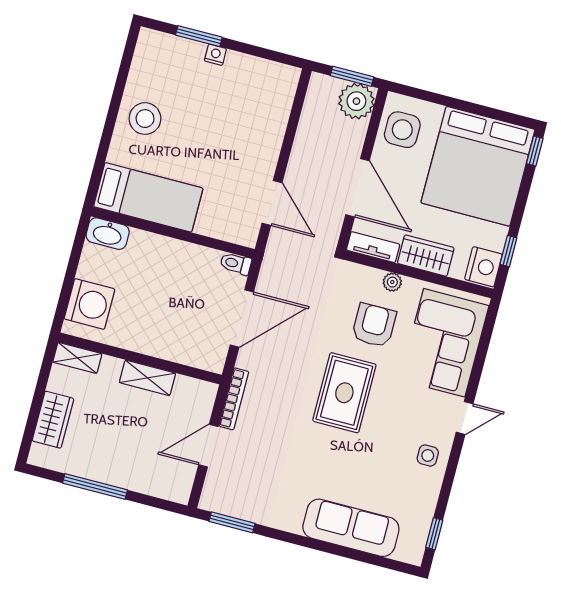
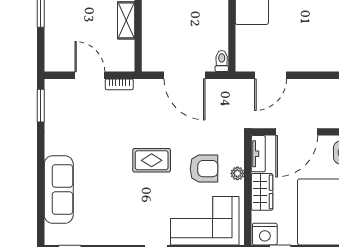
rug: (344, 393) -> (152, 160), width x0.73, depth x0.70
bookcase: (234, 399) -> (119, 84), width x0.64
side table: (428, 455) -> (123, 230), removed

